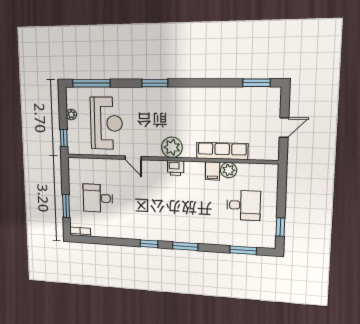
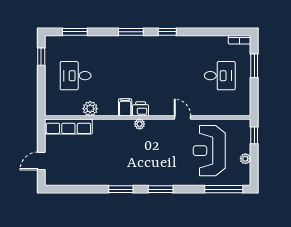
window: (256, 83) -> (121, 189), moved
door: (284, 128) -> (41, 161), moved
plant: (172, 147) -> (140, 124), width x0.53, depth x0.53
row of seats: (222, 151) -> (68, 126), moved
filing cabinet: (213, 171) -> (125, 107), moved

